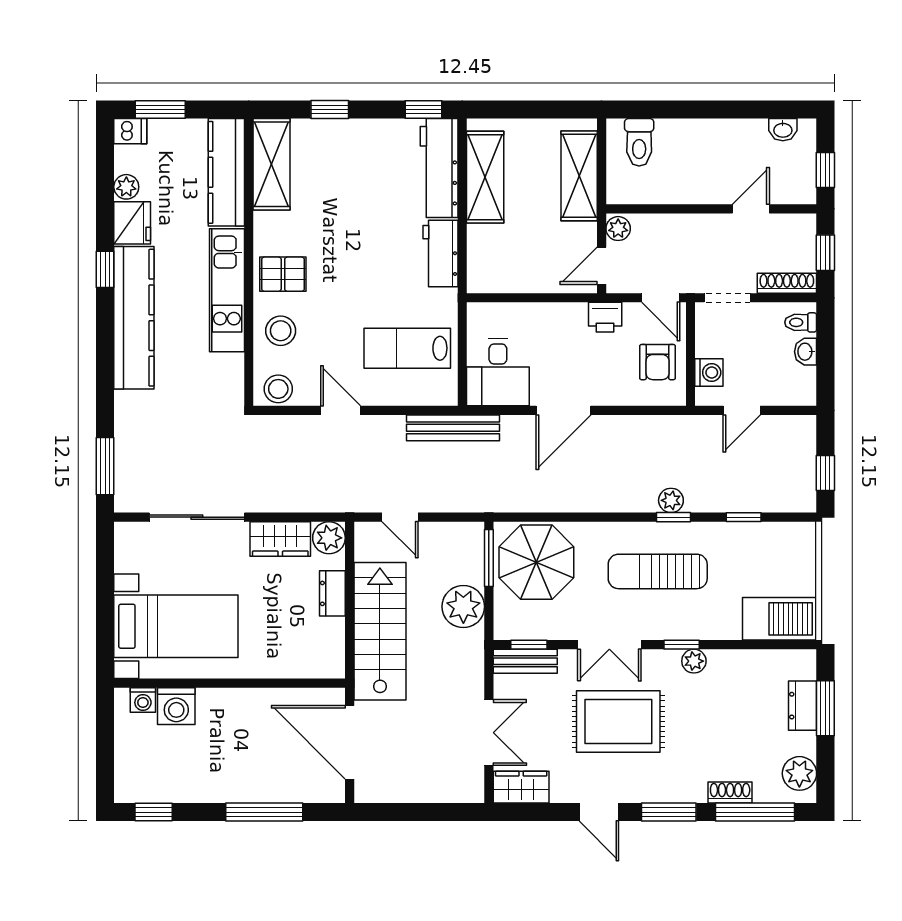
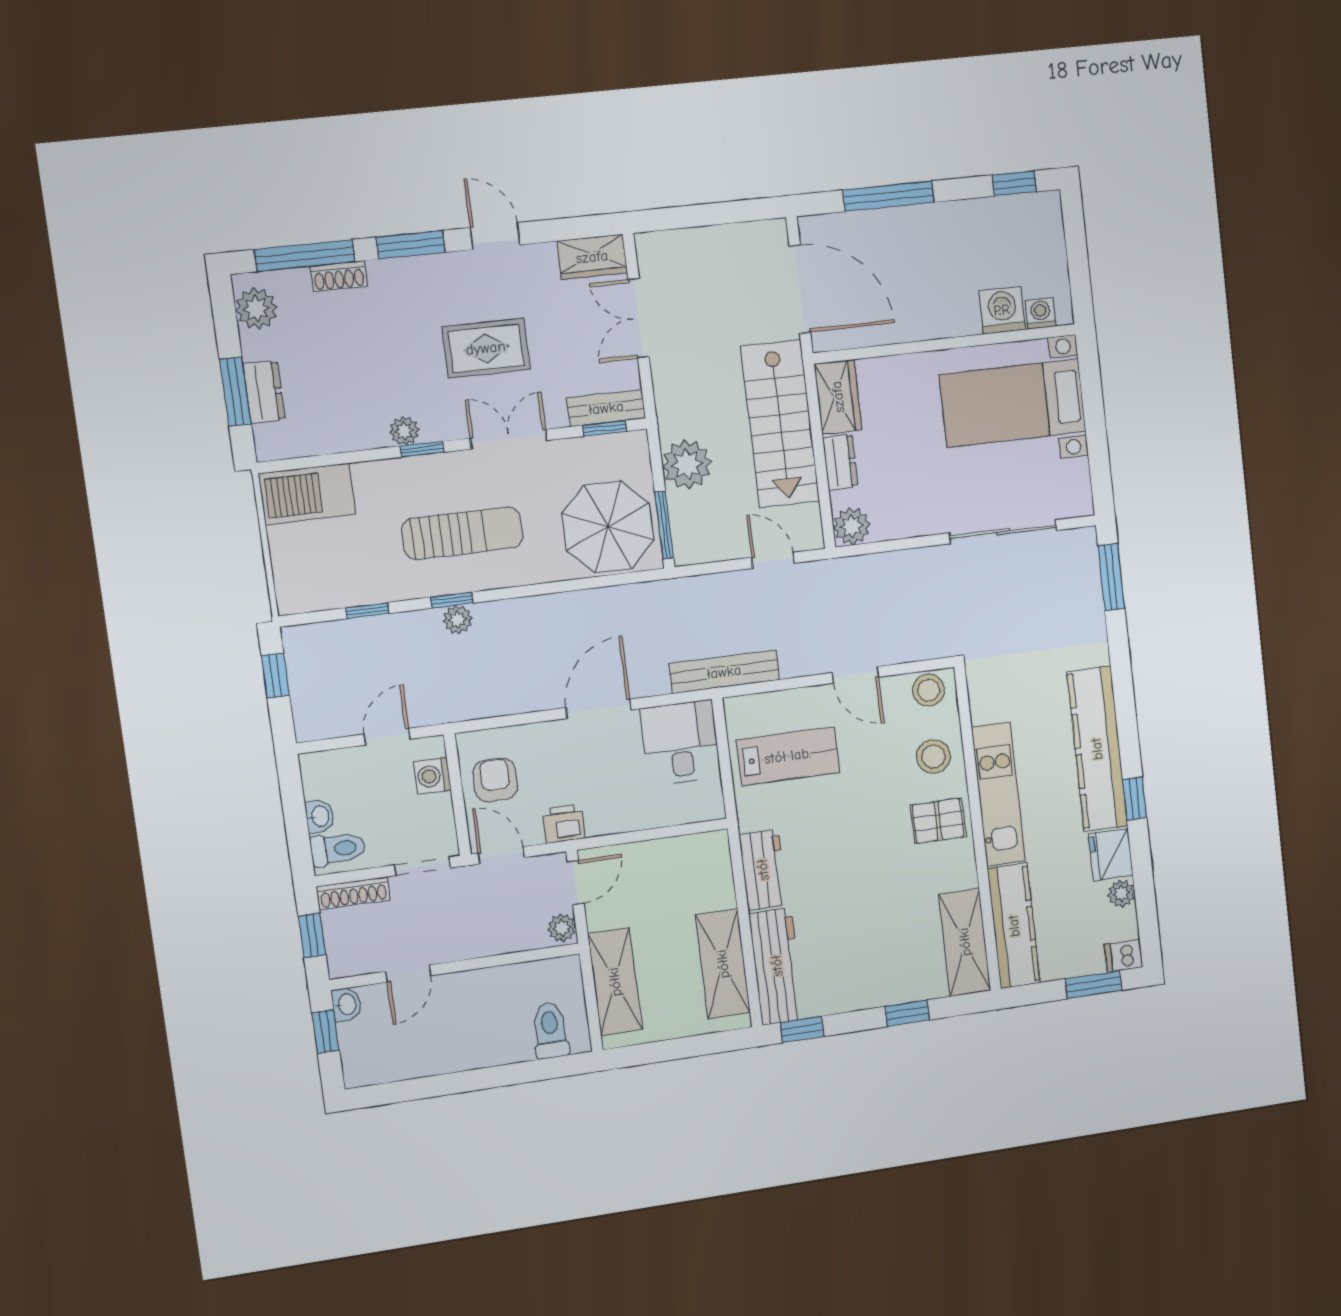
washbasin: (783, 130) -> (346, 1004), moved, turned 90
toilet: (801, 322) -> (338, 849), width x1.37, depth x1.39
wardrobe: (280, 539) -> (838, 397), moved, turned 90
rug: (618, 721) -> (486, 348), width x0.73, depth x0.70

